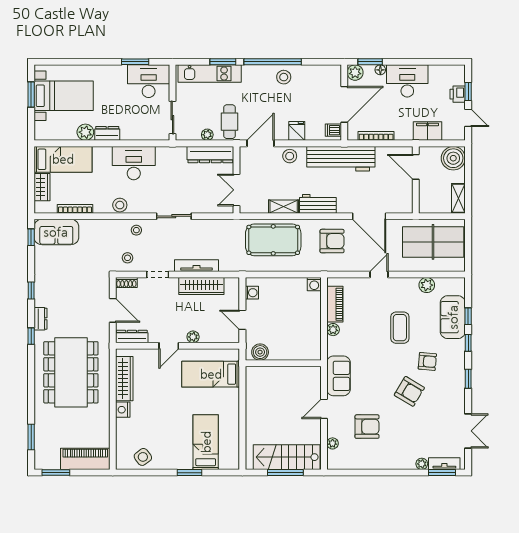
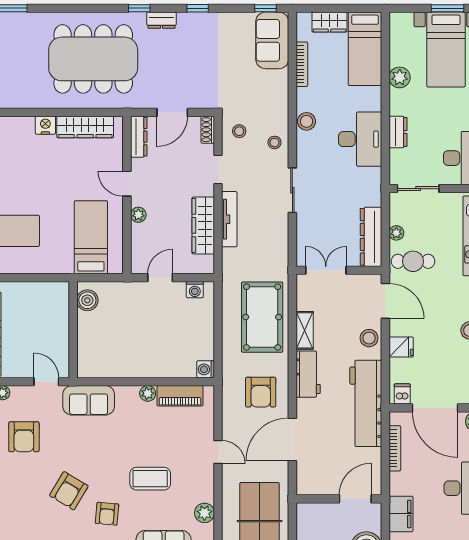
dresser: (107, 133) -> (398, 132), moved
boiler: (260, 352) -> (87, 300), moved
wall: (283, 363) -> (73, 330), moved

